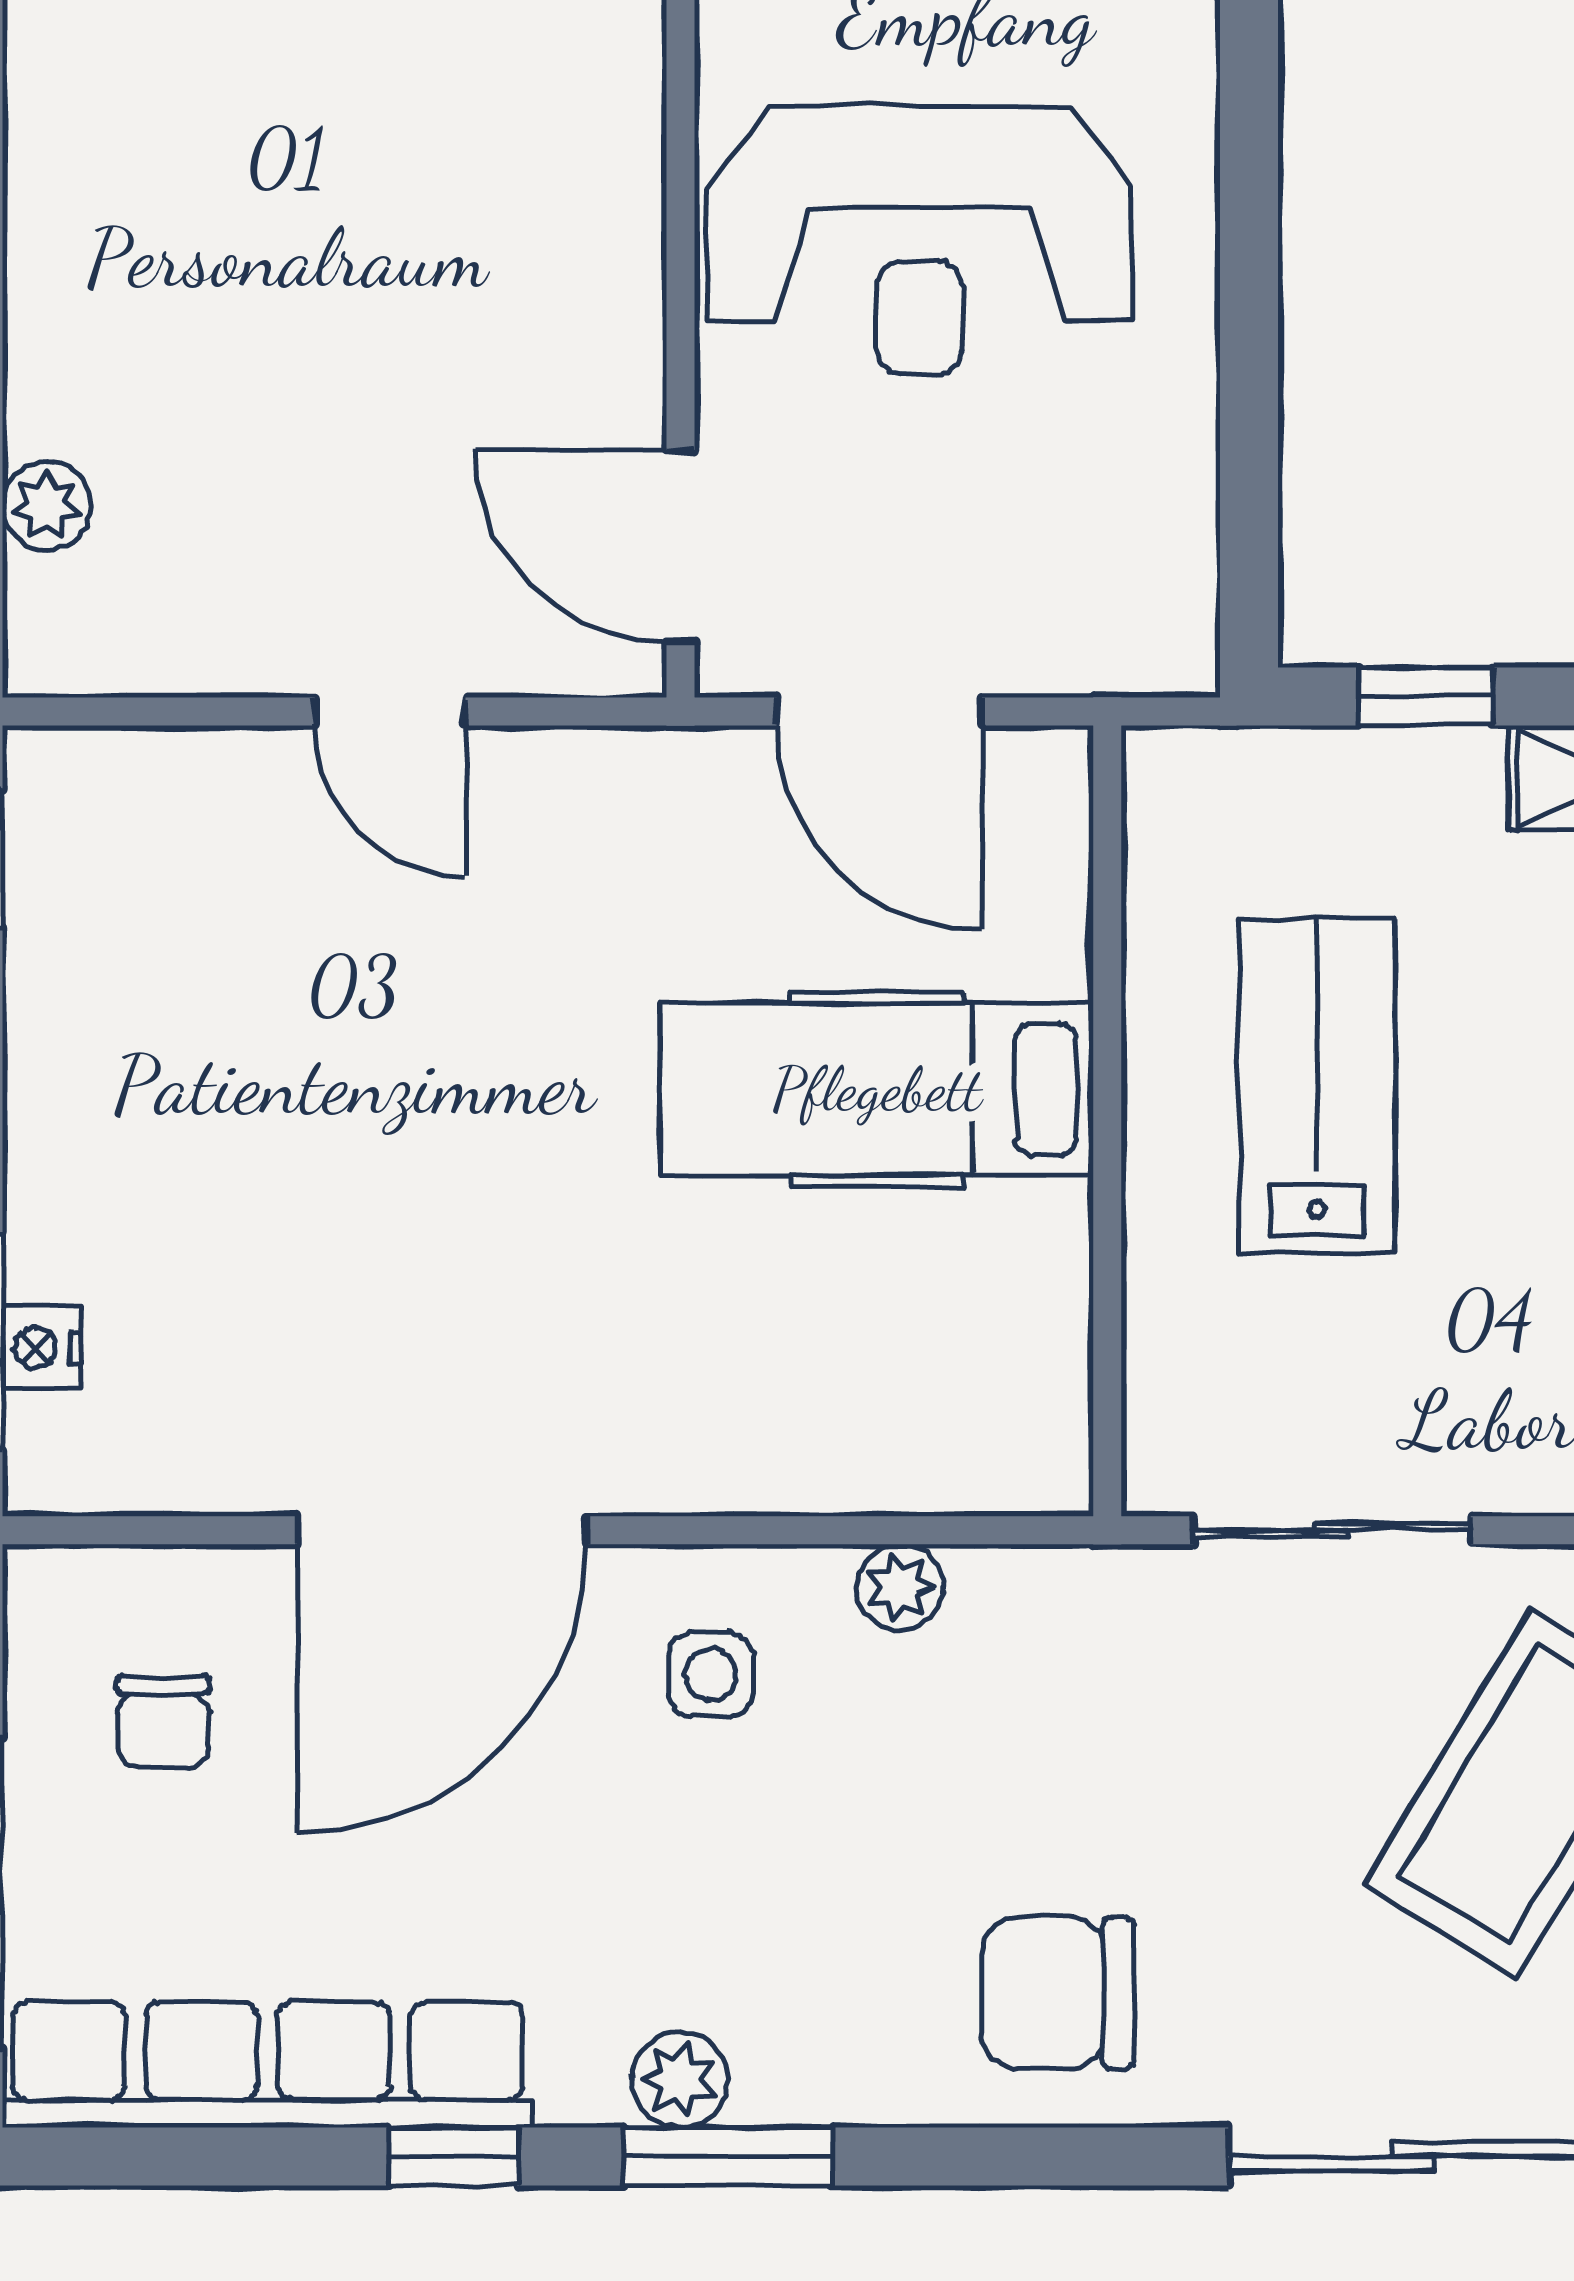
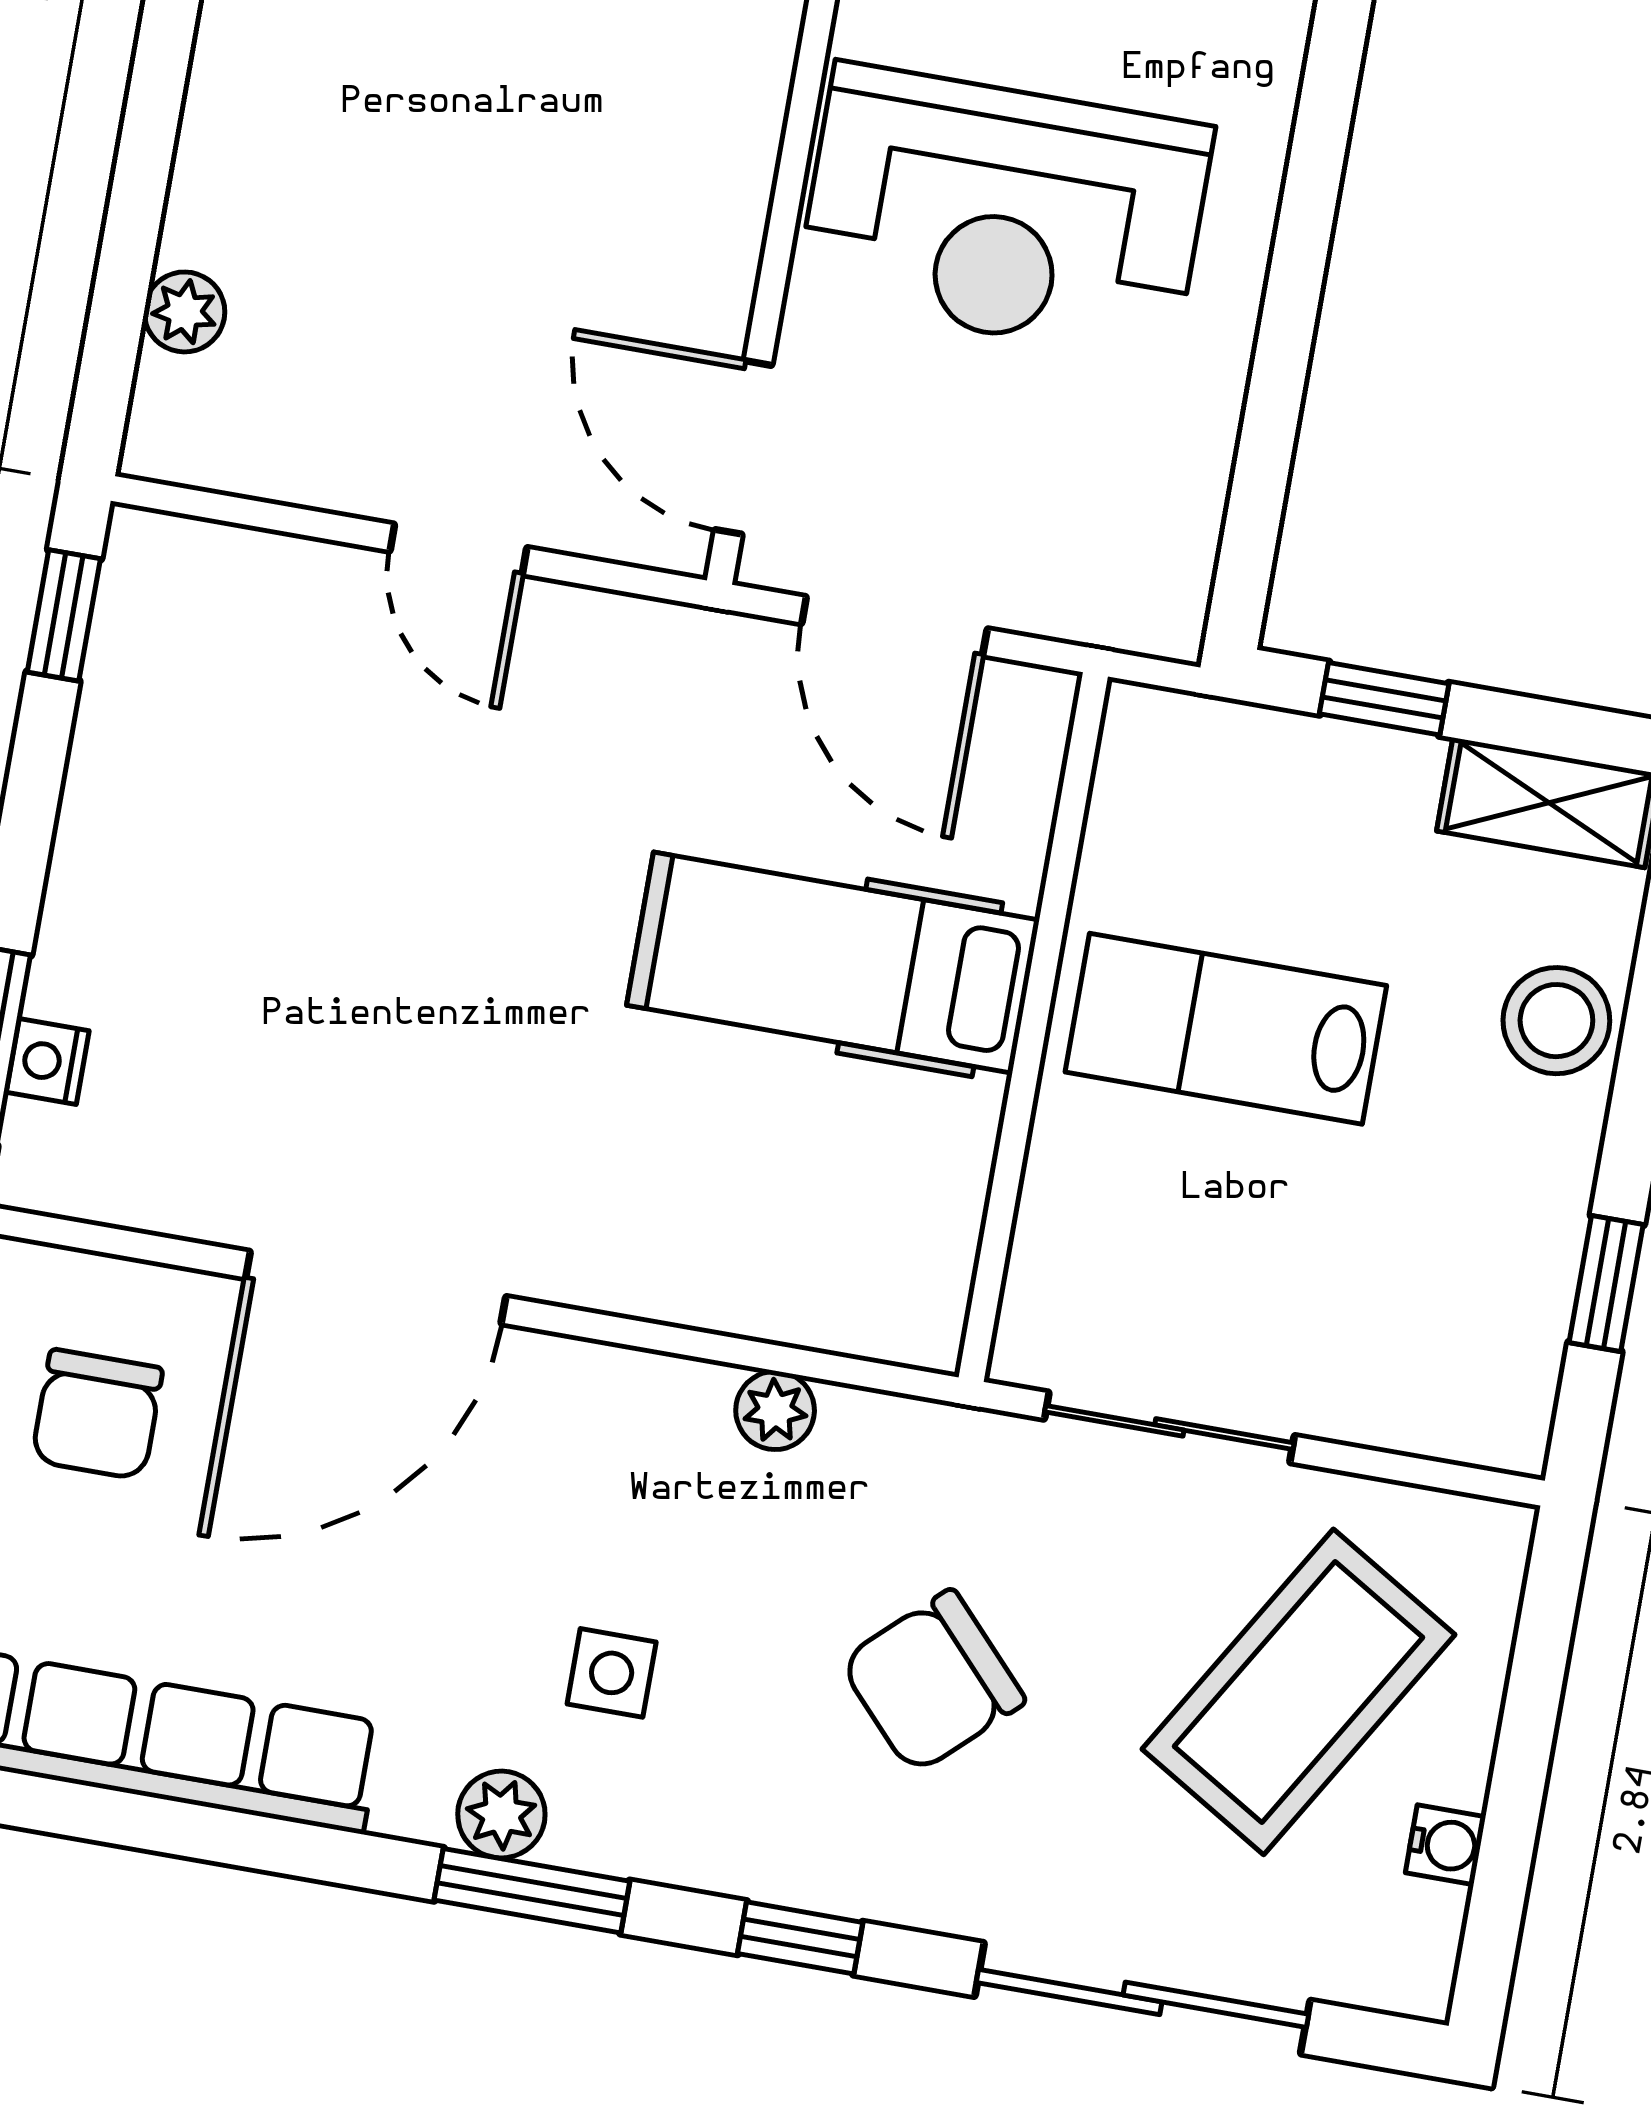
lab bench: (1317, 1086) -> (1226, 1029), turned -90
side table: (711, 1674) -> (612, 1673), moved
chair: (163, 1722) -> (97, 1414), width x1.37, depth x1.37
chair: (1057, 1993) -> (932, 1682), moved, turned -43
window: (453, 2156) -> (800, 1938), moved

